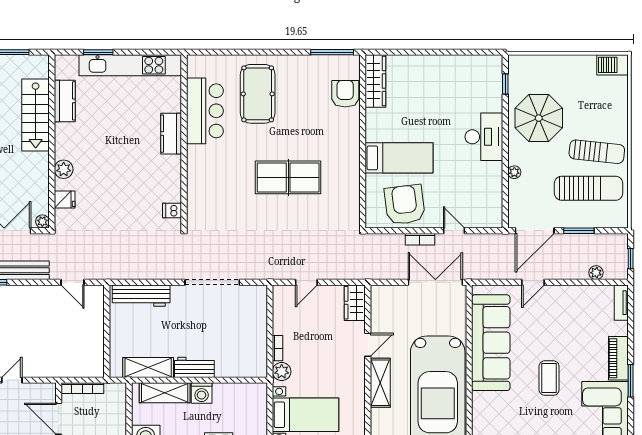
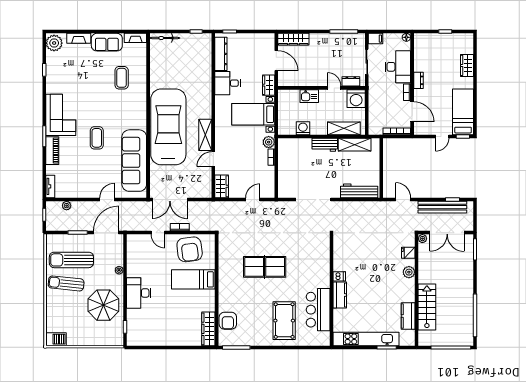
dishwasher: (172, 211) -> (339, 276), moved
washing machine: (202, 393) -> (303, 128), moved

